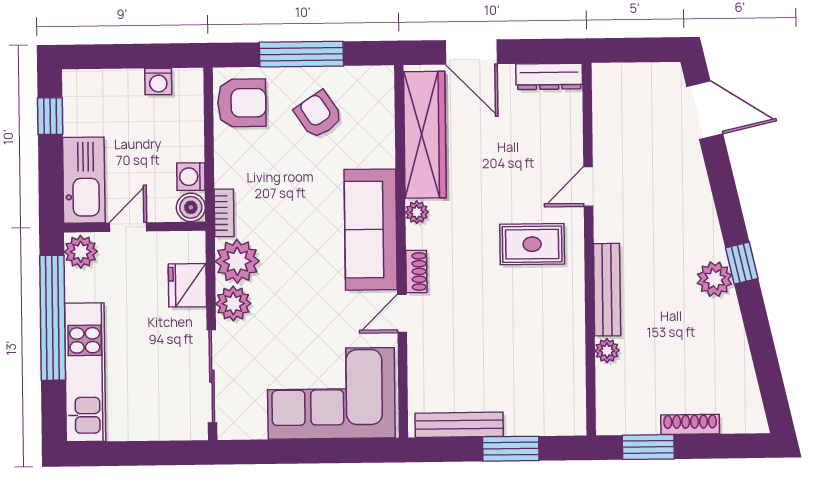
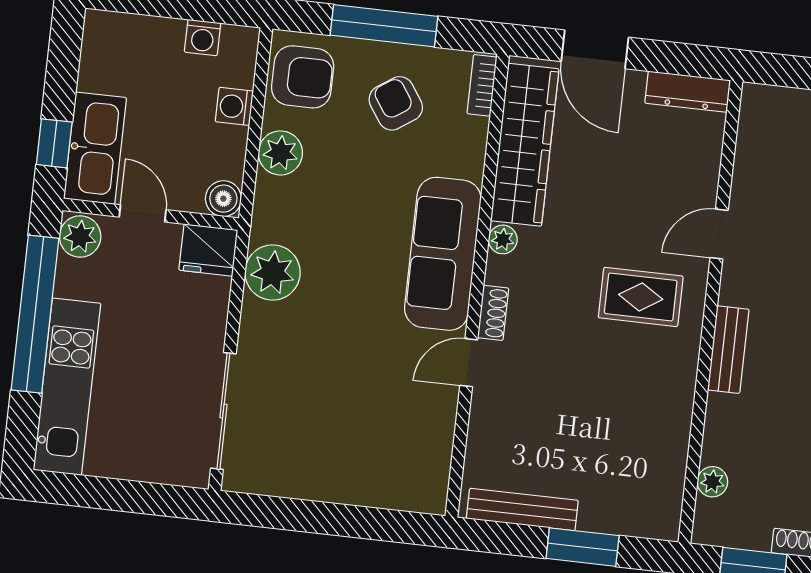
window: (50, 116) -> (54, 143), moved
washing machine: (191, 177) -> (234, 106), moved
bookcase: (224, 213) -> (482, 85), moved, turned 180
door: (128, 227) -> (143, 213), hinge flipped
fridge: (187, 285) -> (208, 250), moved, turned -90
bench: (607, 290) -> (728, 350), width x0.73
plant: (233, 304) -> (280, 153), moved
plant: (607, 351) -> (712, 482), moved
corner sofa: (331, 393) -> (369, 451), removed

